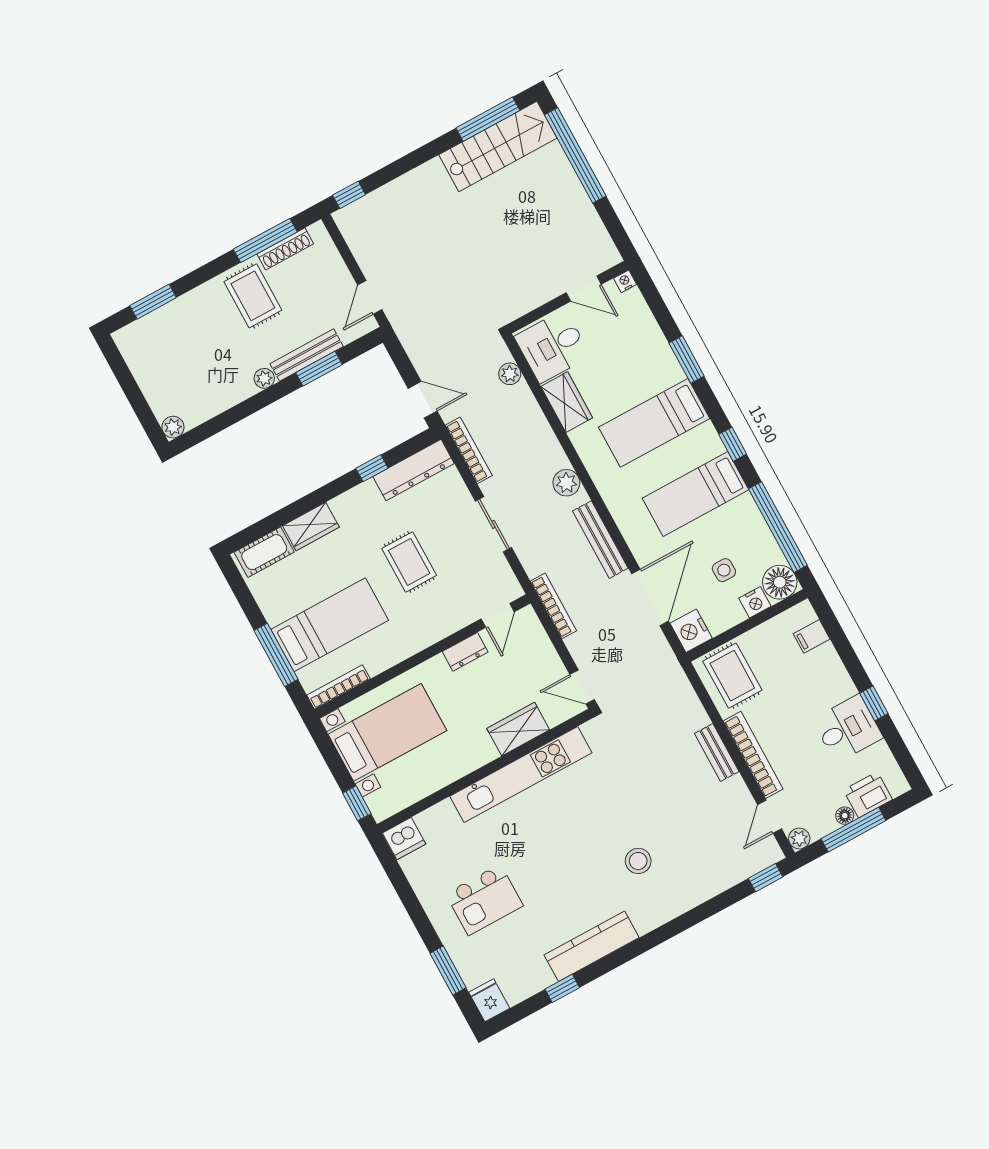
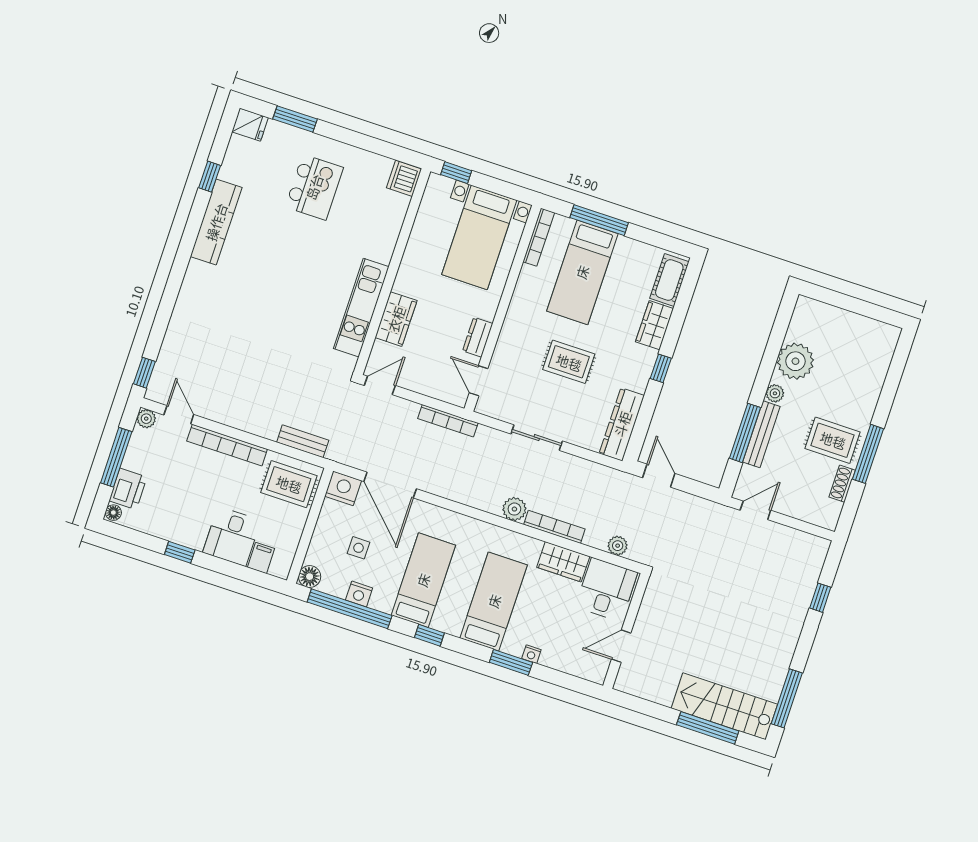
stairs: (498, 146) -> (724, 706), moved, turned 90
window: (575, 155) -> (708, 728), width x0.68
window: (349, 195) -> (820, 598), moved
window: (265, 240) -> (868, 454), moved
shoe rack: (285, 249) -> (842, 484), width x0.70
nightstand: (625, 281) -> (531, 654), moved, turned 90
door: (370, 297) -> (755, 510), hinge flipped
window: (153, 302) -> (894, 376), removed
window: (319, 369) -> (745, 433), width x1.44
door: (423, 400) -> (659, 476), swing flipped
plant: (173, 427) -> (795, 361), moved, width x1.88, depth x1.88
bookcase: (469, 450) -> (554, 527), moved, turned 180
window: (372, 468) -> (661, 368), moved
bench: (600, 540) -> (458, 493), removed
floor lamp: (780, 582) -> (310, 577), width x0.73, depth x0.73
nightstand: (755, 602) -> (359, 594), moved, turned -90
desk: (848, 729) -> (232, 536), moved
bench: (717, 752) -> (303, 441), moved
kitchen unit: (521, 774) -> (361, 308), width x0.73
floor lamp: (845, 816) -> (113, 513), moved
stool: (638, 861) -> (238, 306), removed
kitchen island: (484, 900) -> (314, 187), turned 180

